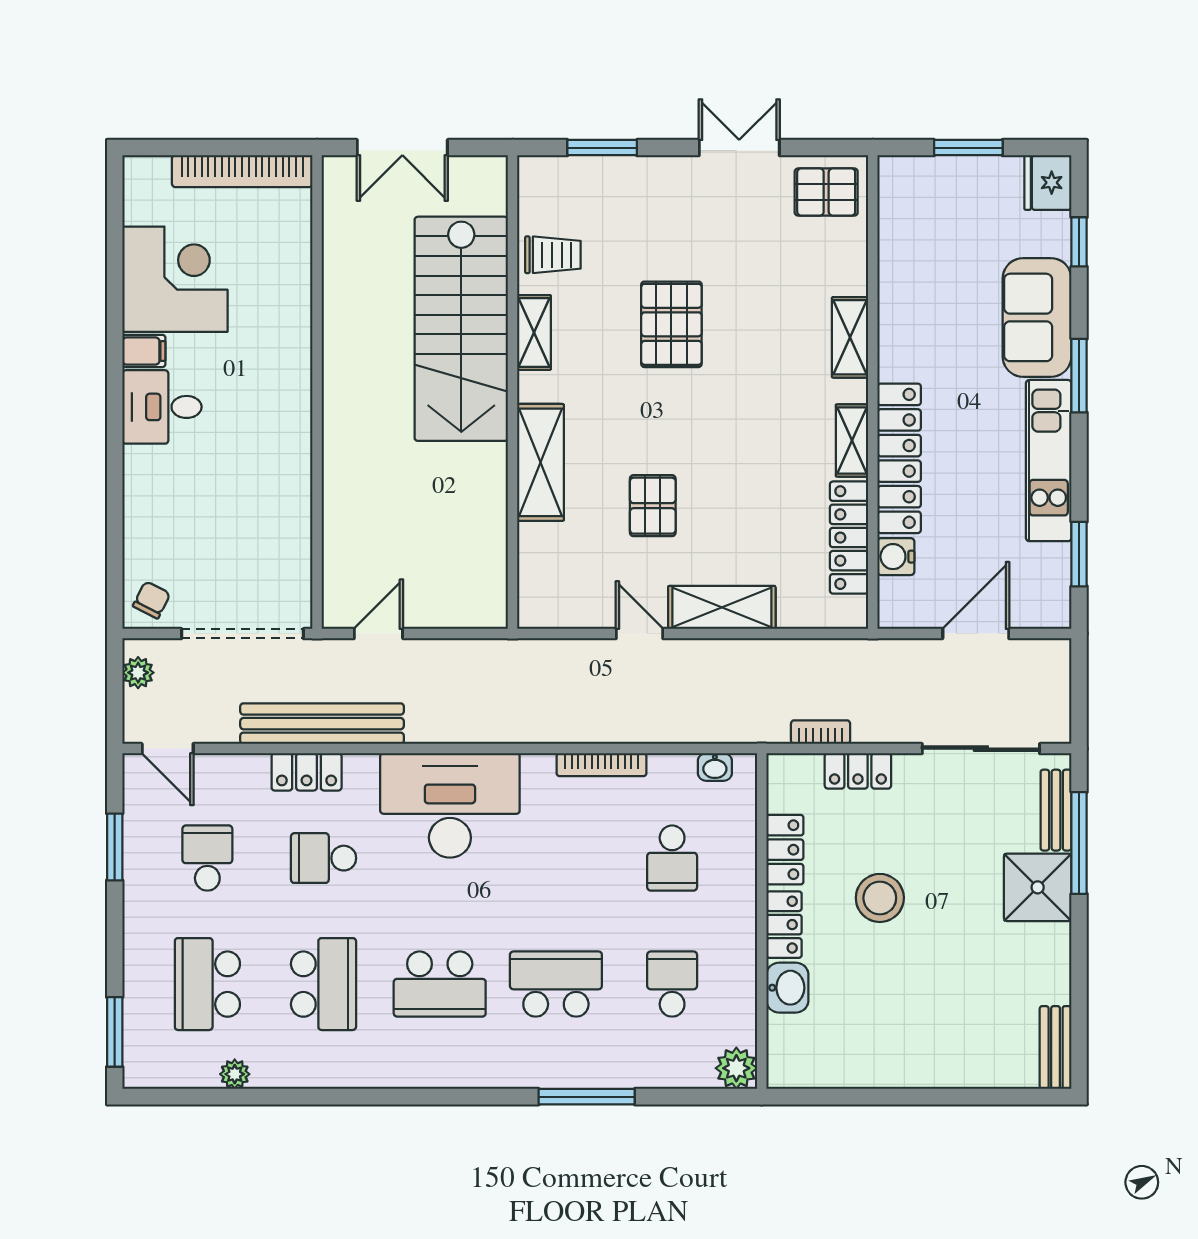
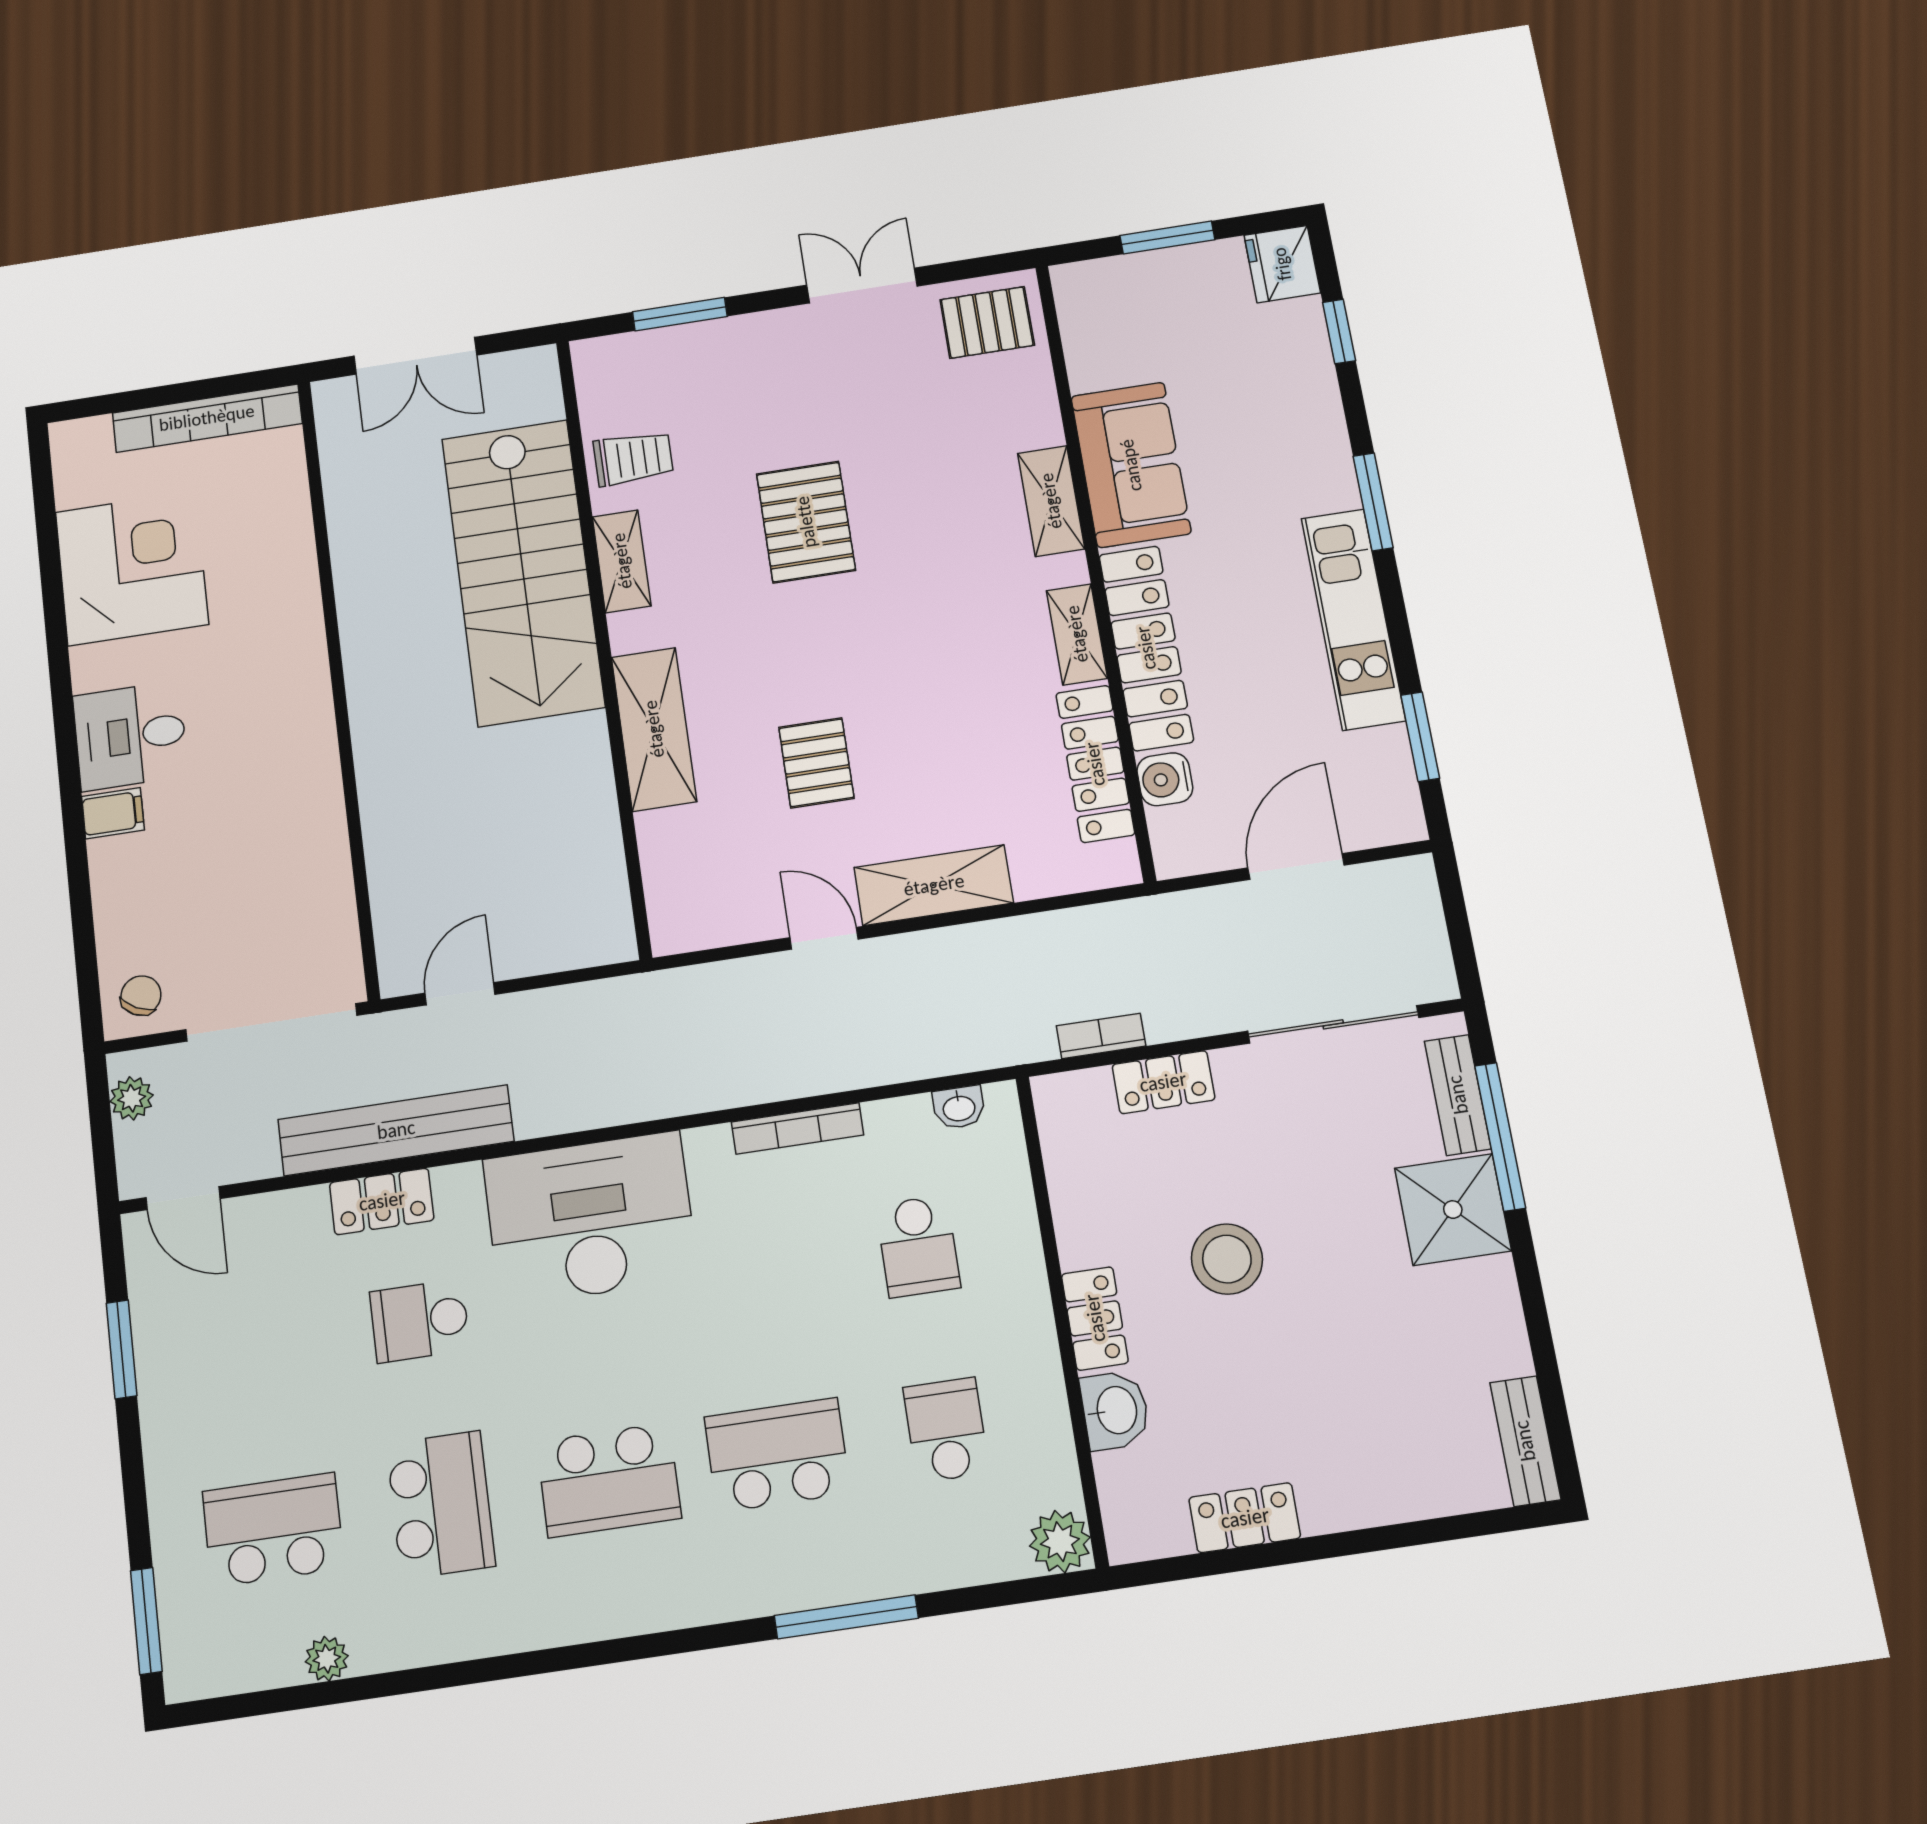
sofa: (1037, 317) -> (1131, 465), moved, turned 180
filing cabinet: (144, 351) -> (113, 813), moved
locker: (785, 850) -> (1245, 1518), moved, turned -90
school desk: (207, 858) -> (254, 1346), removed
school desk: (207, 984) -> (273, 1530), turned 90

